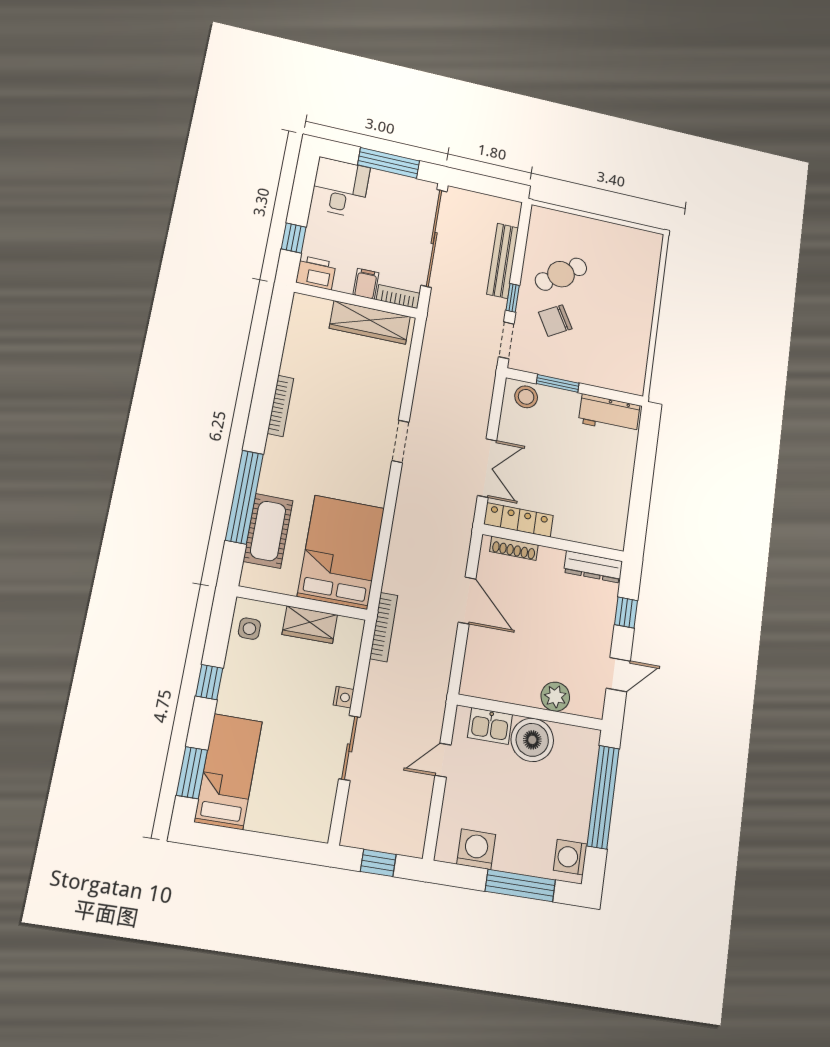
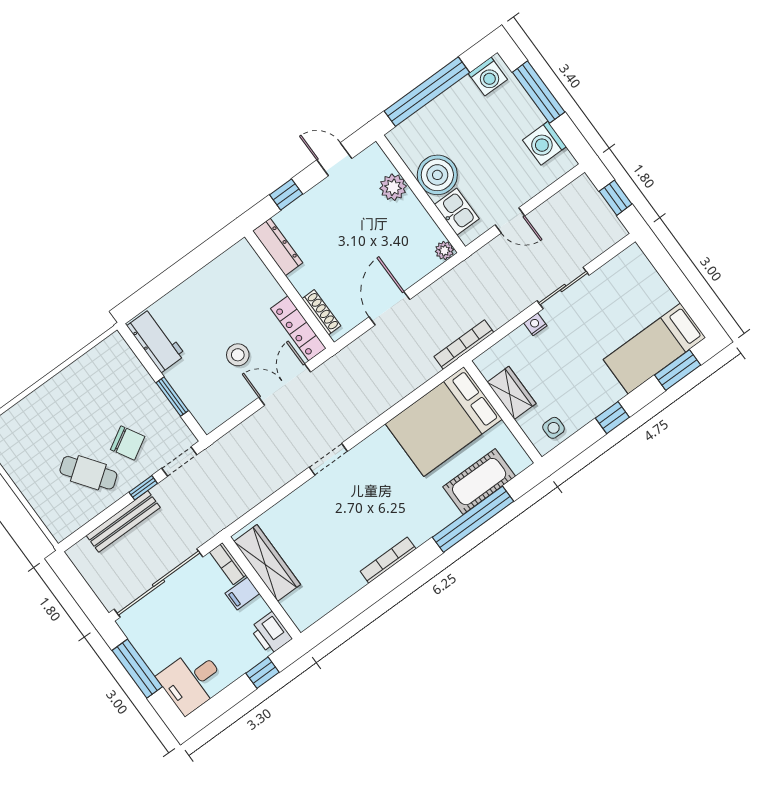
stool: (526, 397) -> (238, 355), moved
plant: (470, 686) -> (444, 251), added

